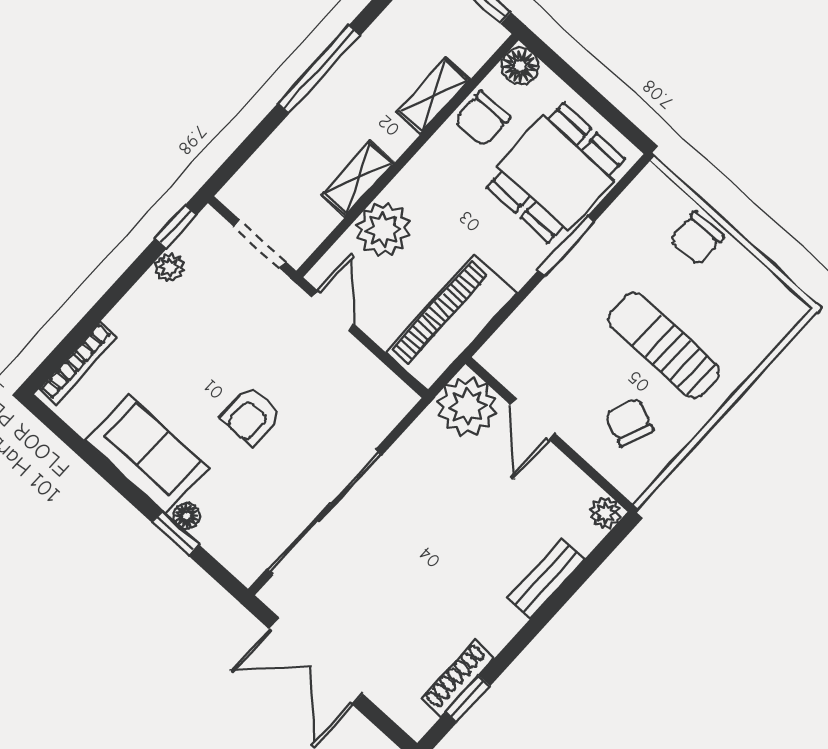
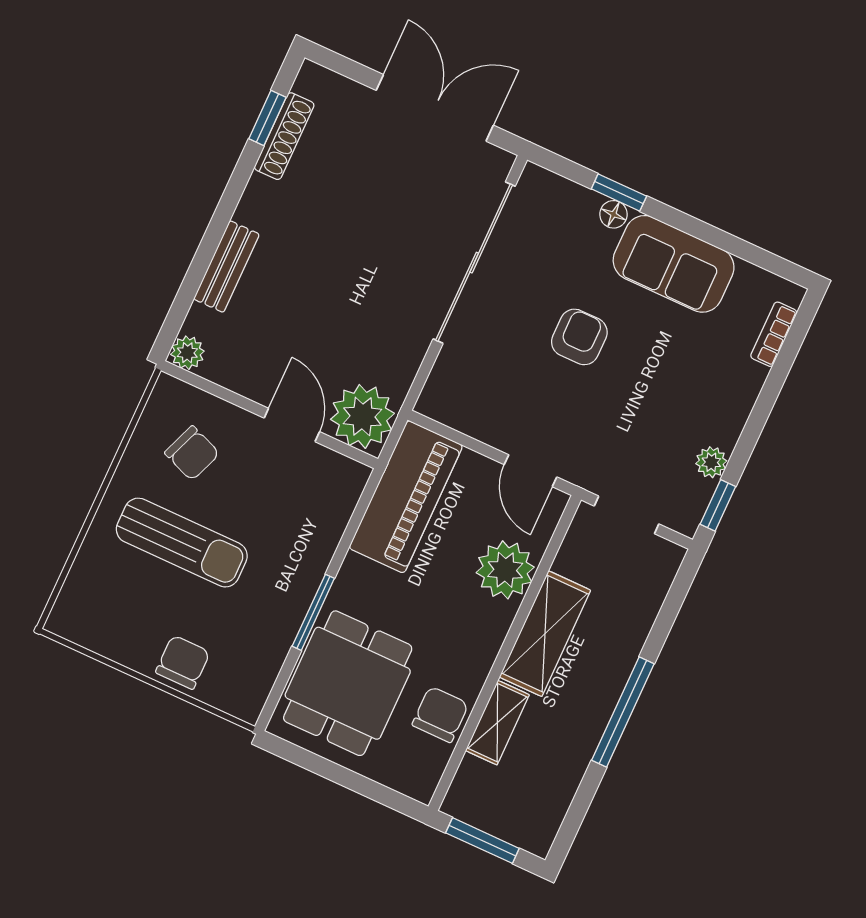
floor lamp: (520, 66) -> (419, 781), removed
shelving: (358, 179) -> (545, 634), width x1.50, depth x1.33
bookcase: (78, 364) -> (774, 334), width x0.64

